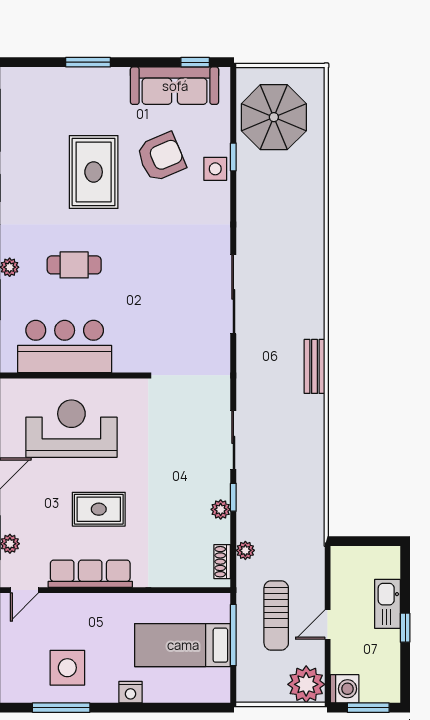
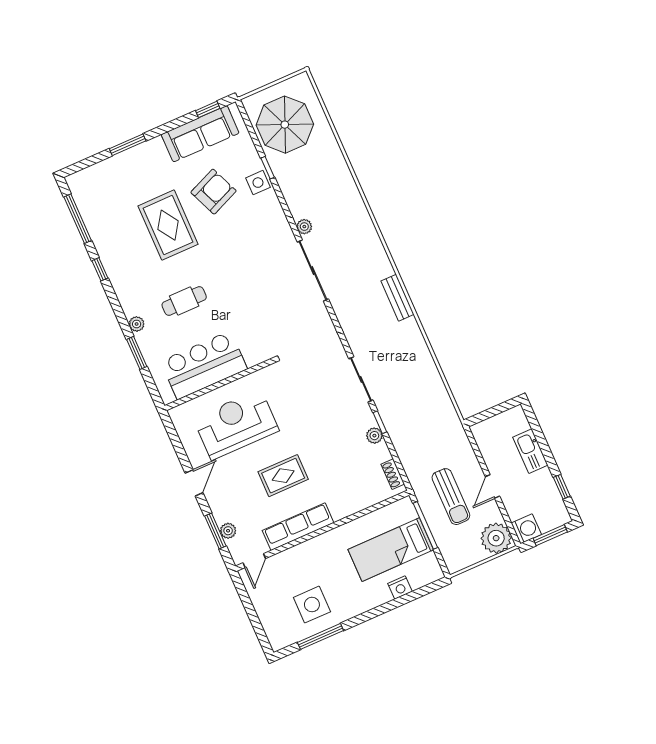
plant: (245, 550) -> (304, 227), moved
window: (405, 628) -> (562, 487), moved
nightstand: (130, 692) -> (400, 588), moved

